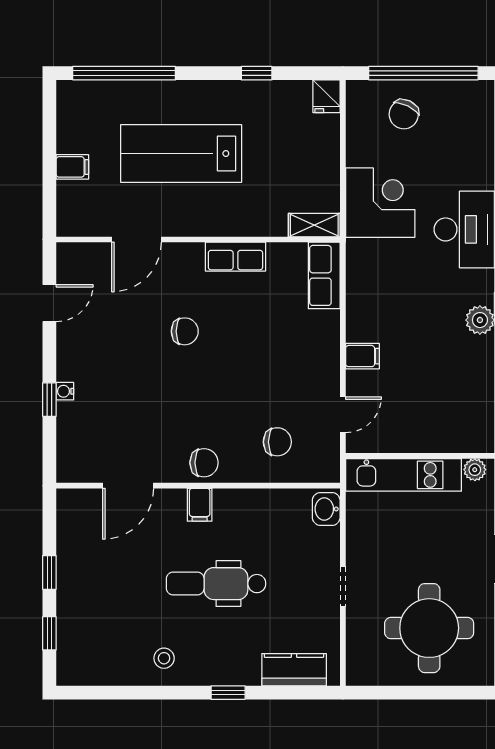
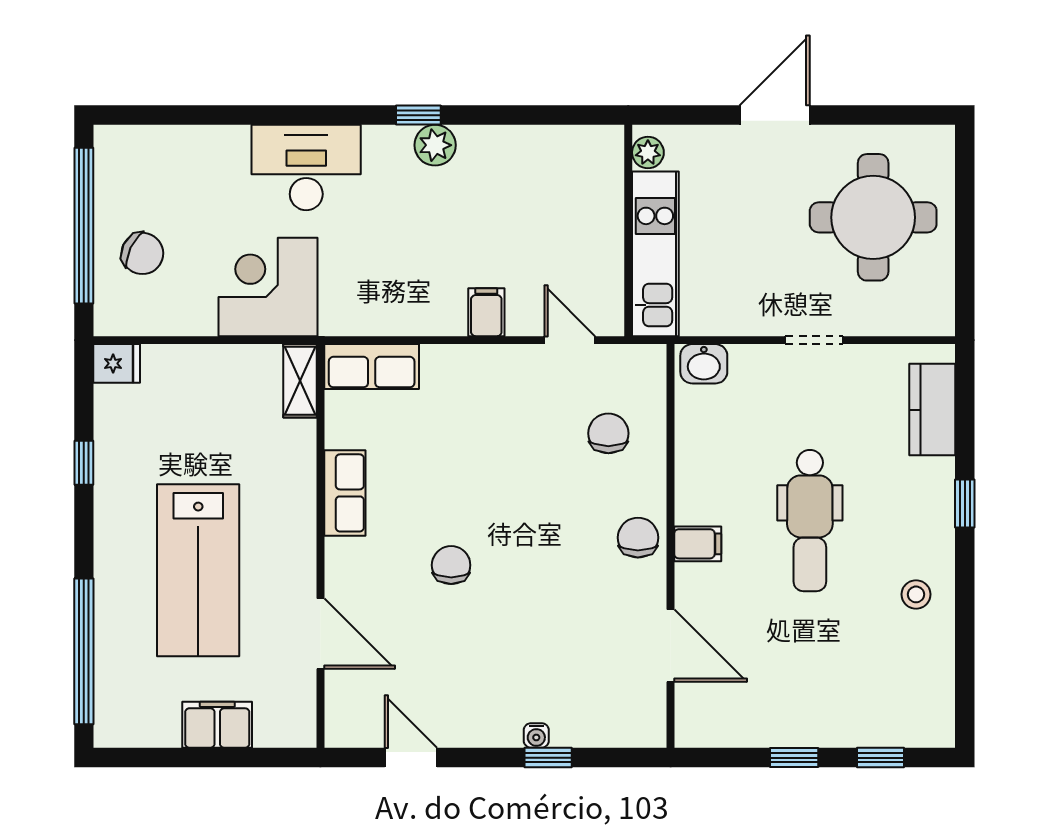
filing cabinet: (72, 167) -> (217, 725), width x2.00

